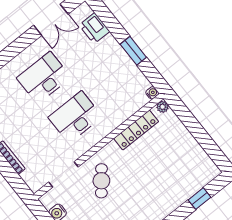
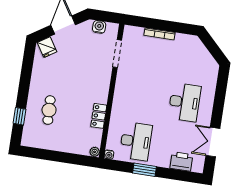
desk: (75, 117) -> (136, 141), moved
locker: (136, 130) -> (99, 116), width x0.66
cafe table: (101, 181) -> (49, 110), moved, turned 49

